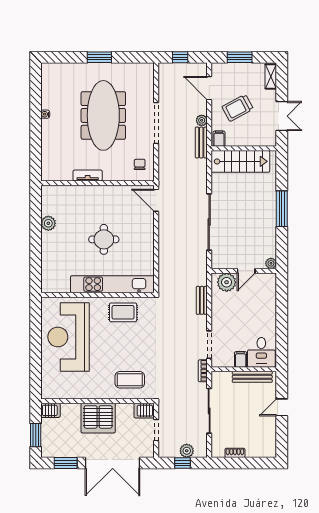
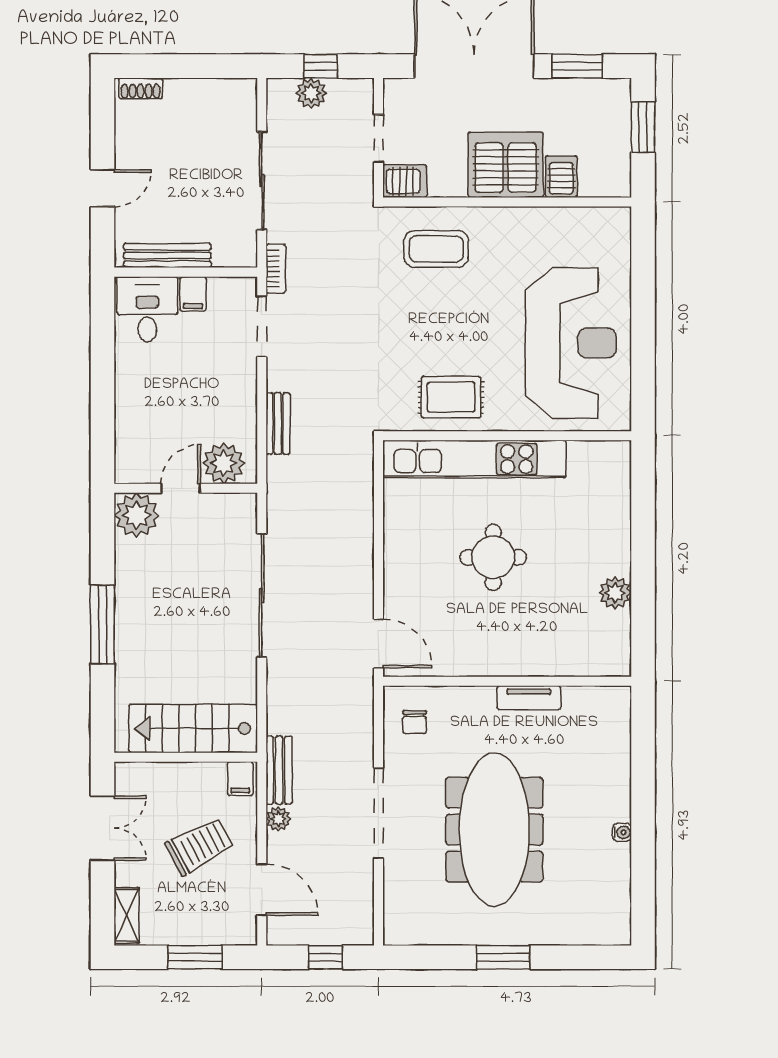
double door: (282, 116) -> (102, 828), swing flipped
plant: (271, 263) -> (137, 515), width x1.88, depth x1.88
server rack: (51, 410) -> (561, 177), moved, turned 90
shoe rack: (235, 453) -> (141, 88), moved

